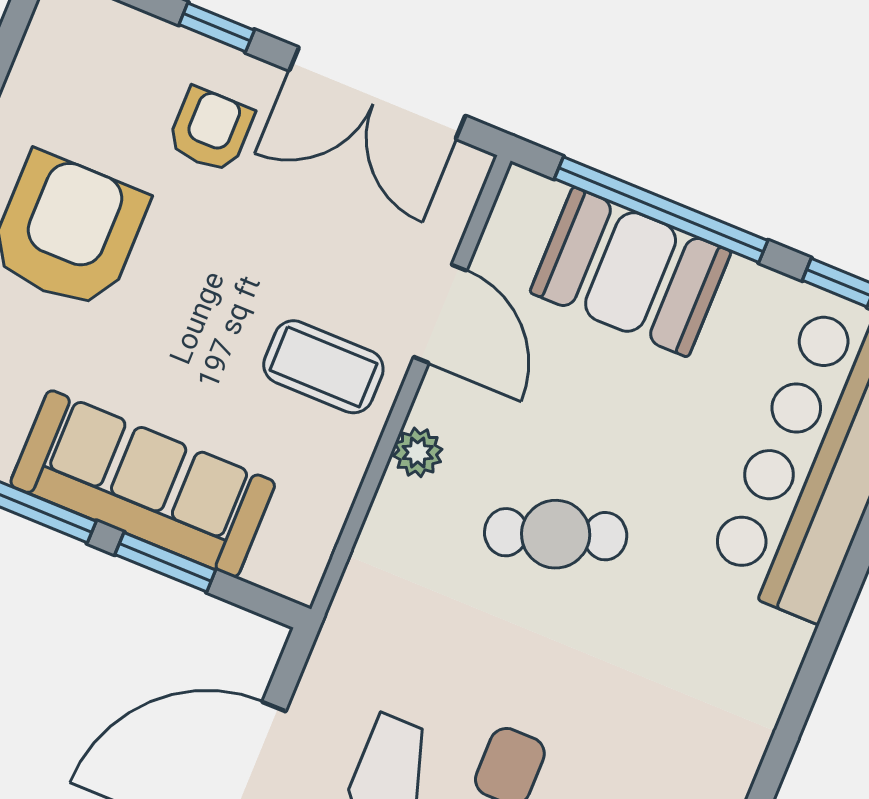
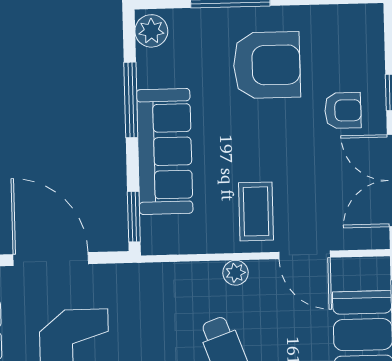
door: (440, 314) -> (305, 255), hinge flipped
window: (165, 562) -> (134, 217), moved

